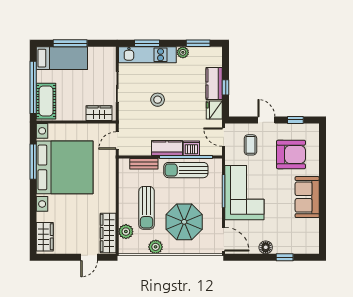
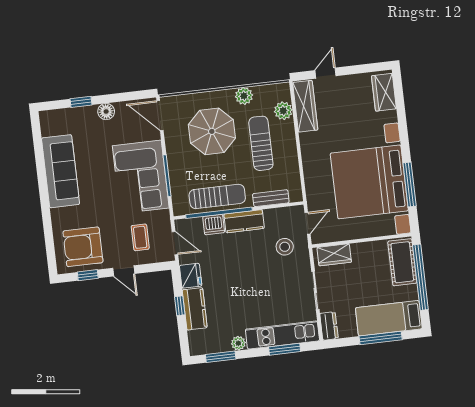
dresser: (110, 58) -> (329, 326), added
stool: (158, 100) -> (285, 247), moved
armchair: (291, 155) -> (83, 247), moved
sofa: (307, 197) -> (61, 171), width x1.36

